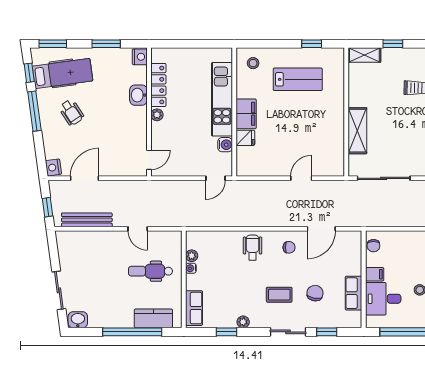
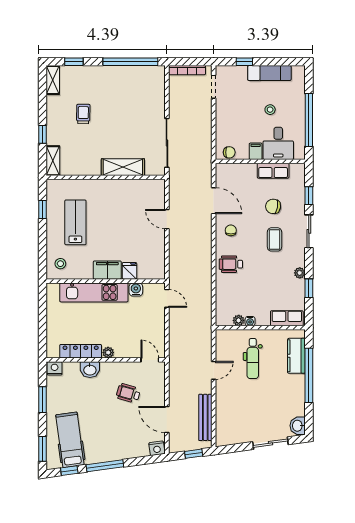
wheelchair: (71, 112) -> (128, 393), moved, turned -131

